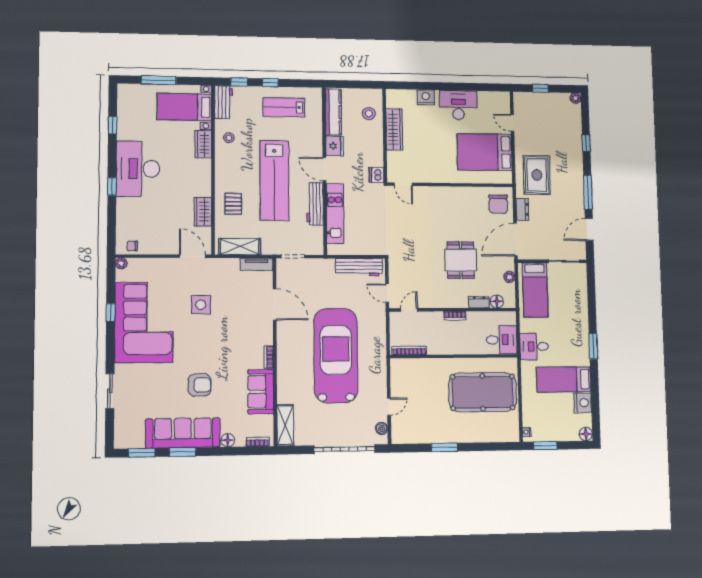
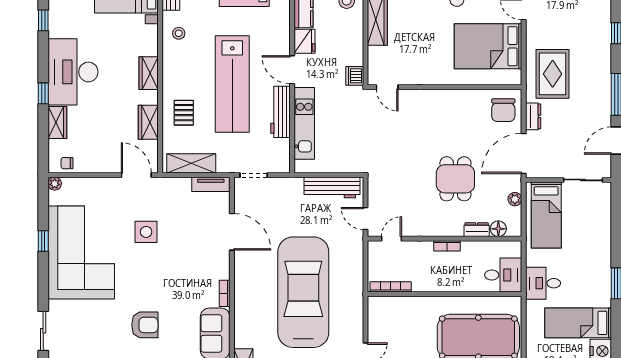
wardrobe: (203, 144) -> (149, 73), moved
wardrobe: (124, 211) -> (57, 123), added

